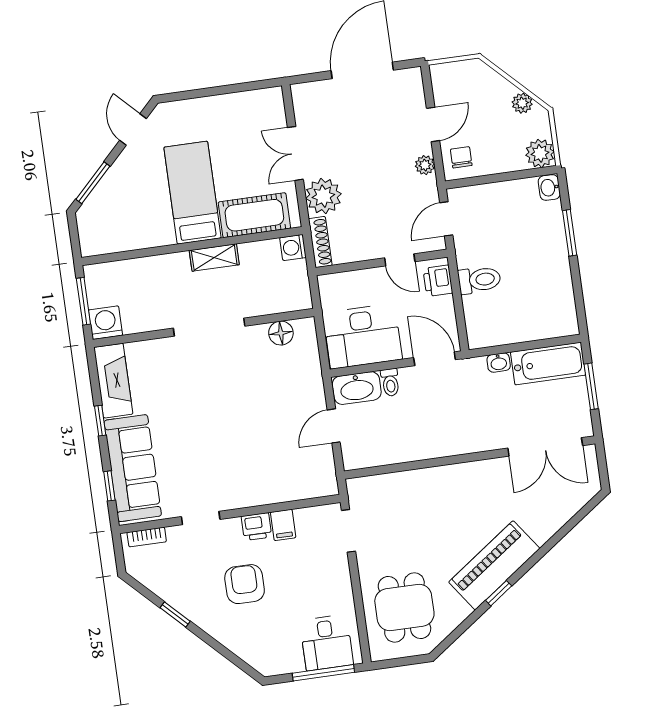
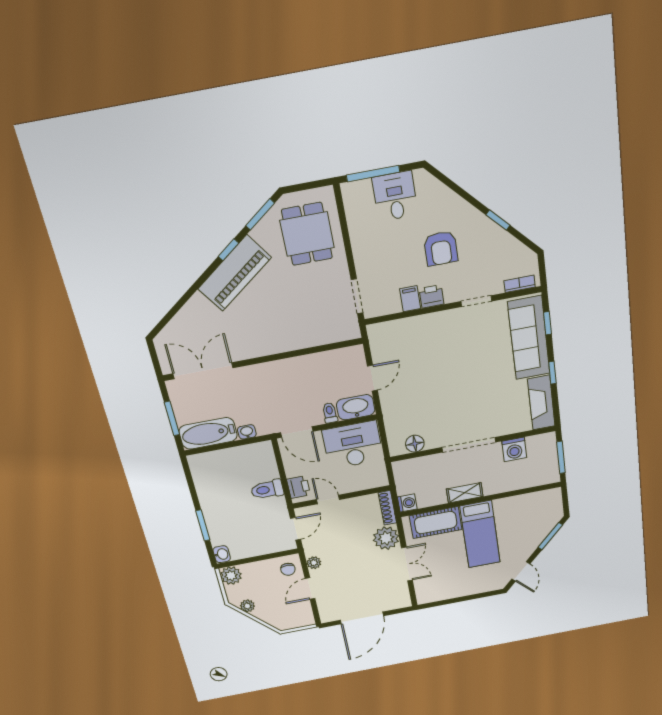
washing machine: (106, 323) -> (514, 449), moved
window: (458, 632) -> (260, 214), added
desk: (327, 643) -> (395, 196), moved

